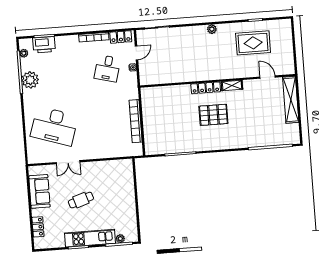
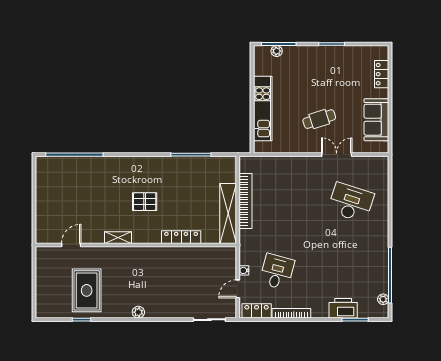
rug: (253, 43) -> (87, 290), turned 90
printer: (44, 45) -> (343, 308), moved
door: (268, 77) -> (71, 245), swing flipped
plant: (30, 80) -> (377, 264), removed
locker: (206, 88) -> (181, 237), moved
shelving: (291, 100) -> (228, 214), moved
pallet: (213, 115) -> (145, 202), width x0.67, depth x0.71
desk: (54, 126) -> (351, 202), width x0.73, depth x0.77
cafe table: (81, 200) -> (319, 119), moved
kitchen unit: (90, 238) -> (263, 109), moved, turned -90

